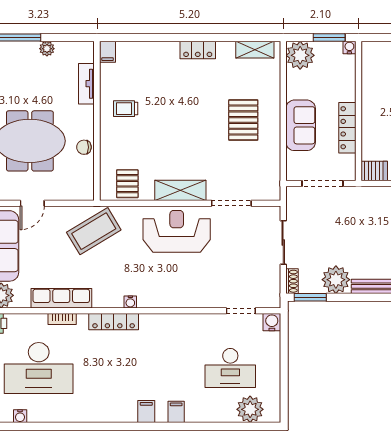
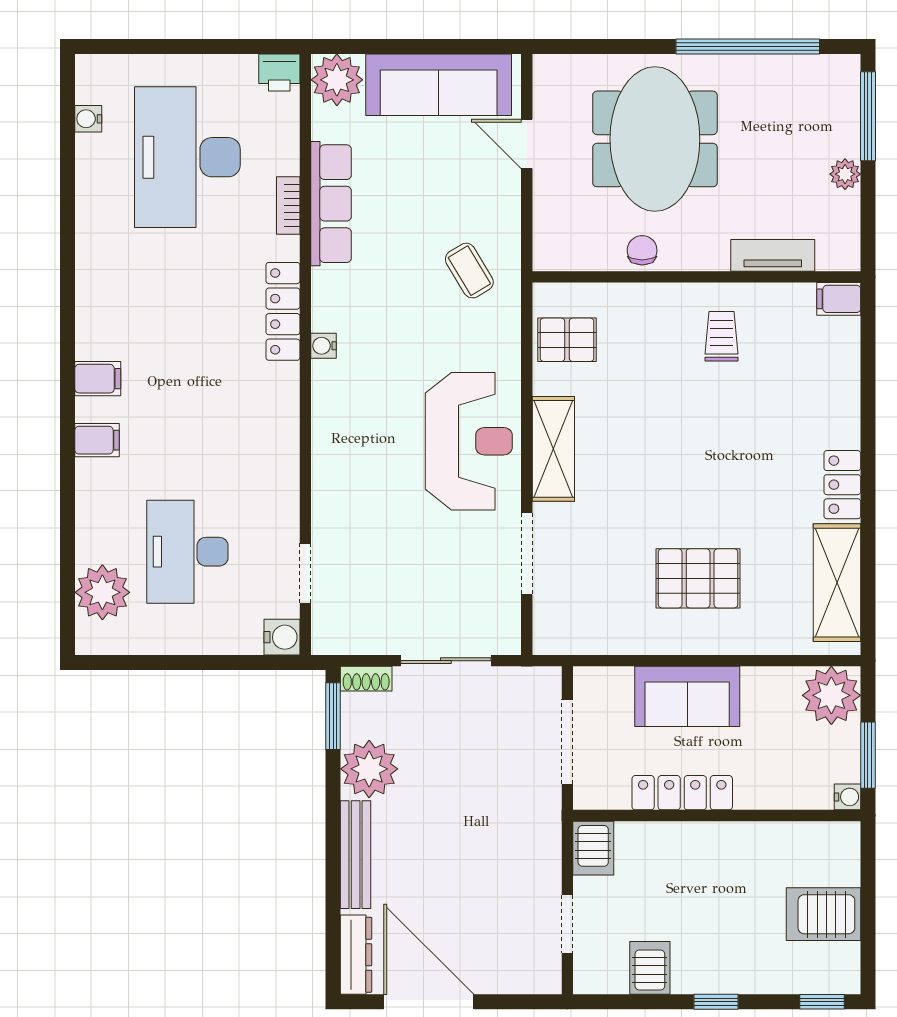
shelving: (255, 50) -> (837, 583), width x1.50, depth x1.33
coffee table: (94, 231) -> (469, 271), width x0.54, depth x0.58

